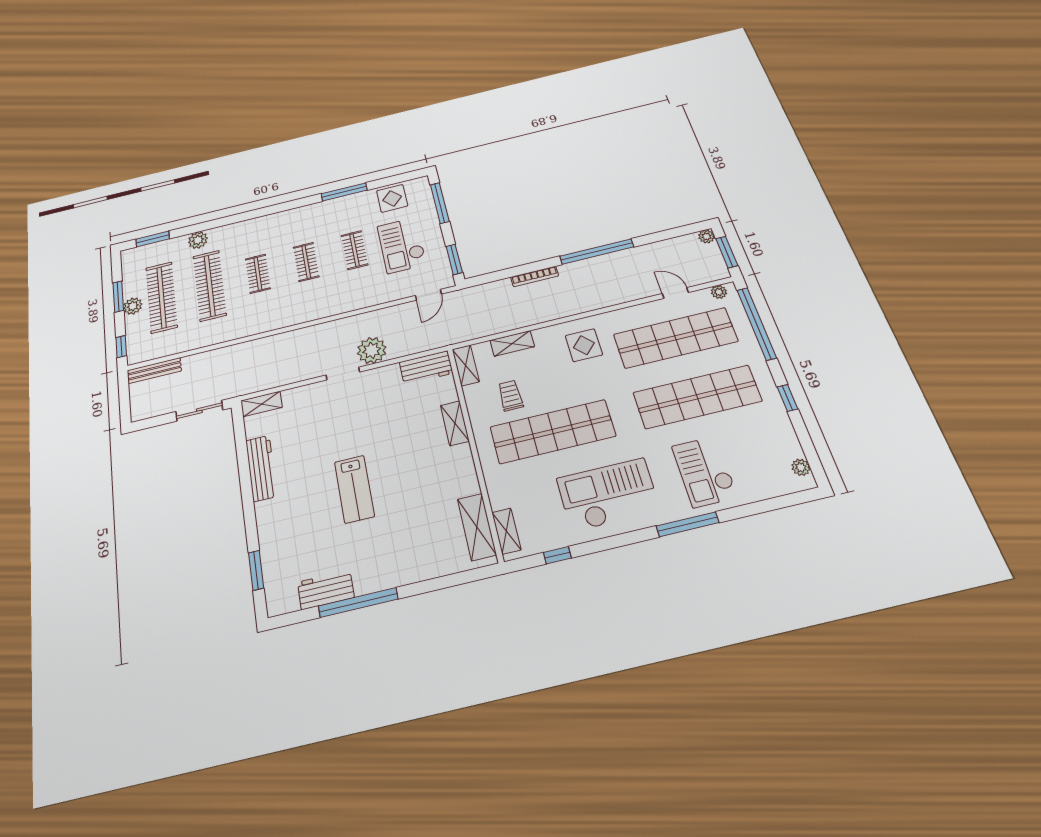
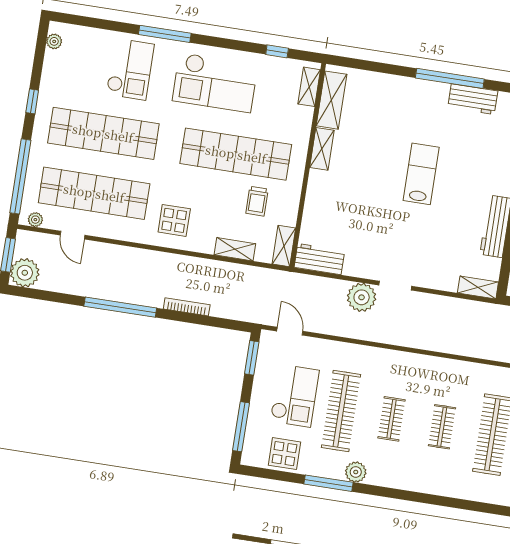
plant: (706, 236) -> (25, 273), width x1.88, depth x1.88
plant: (198, 240) -> (356, 472), moved
clothes rail: (355, 250) -> (341, 411), width x1.86, depth x1.31
door: (428, 295) -> (290, 331), hinge flipped
shelving: (455, 423) -> (322, 149), moved

